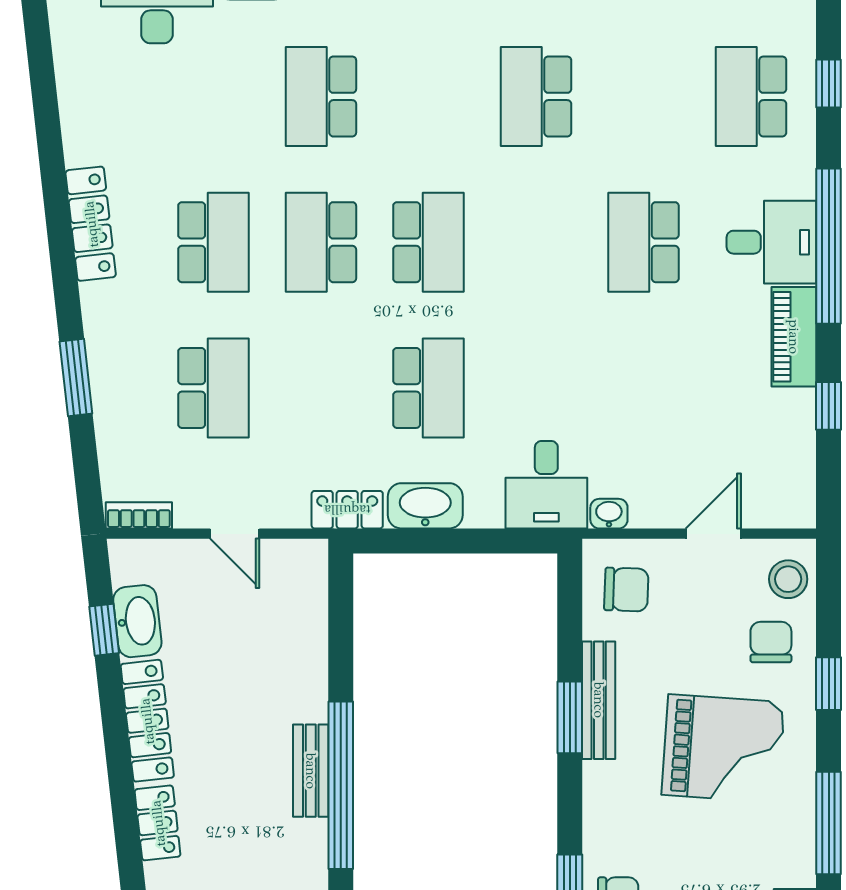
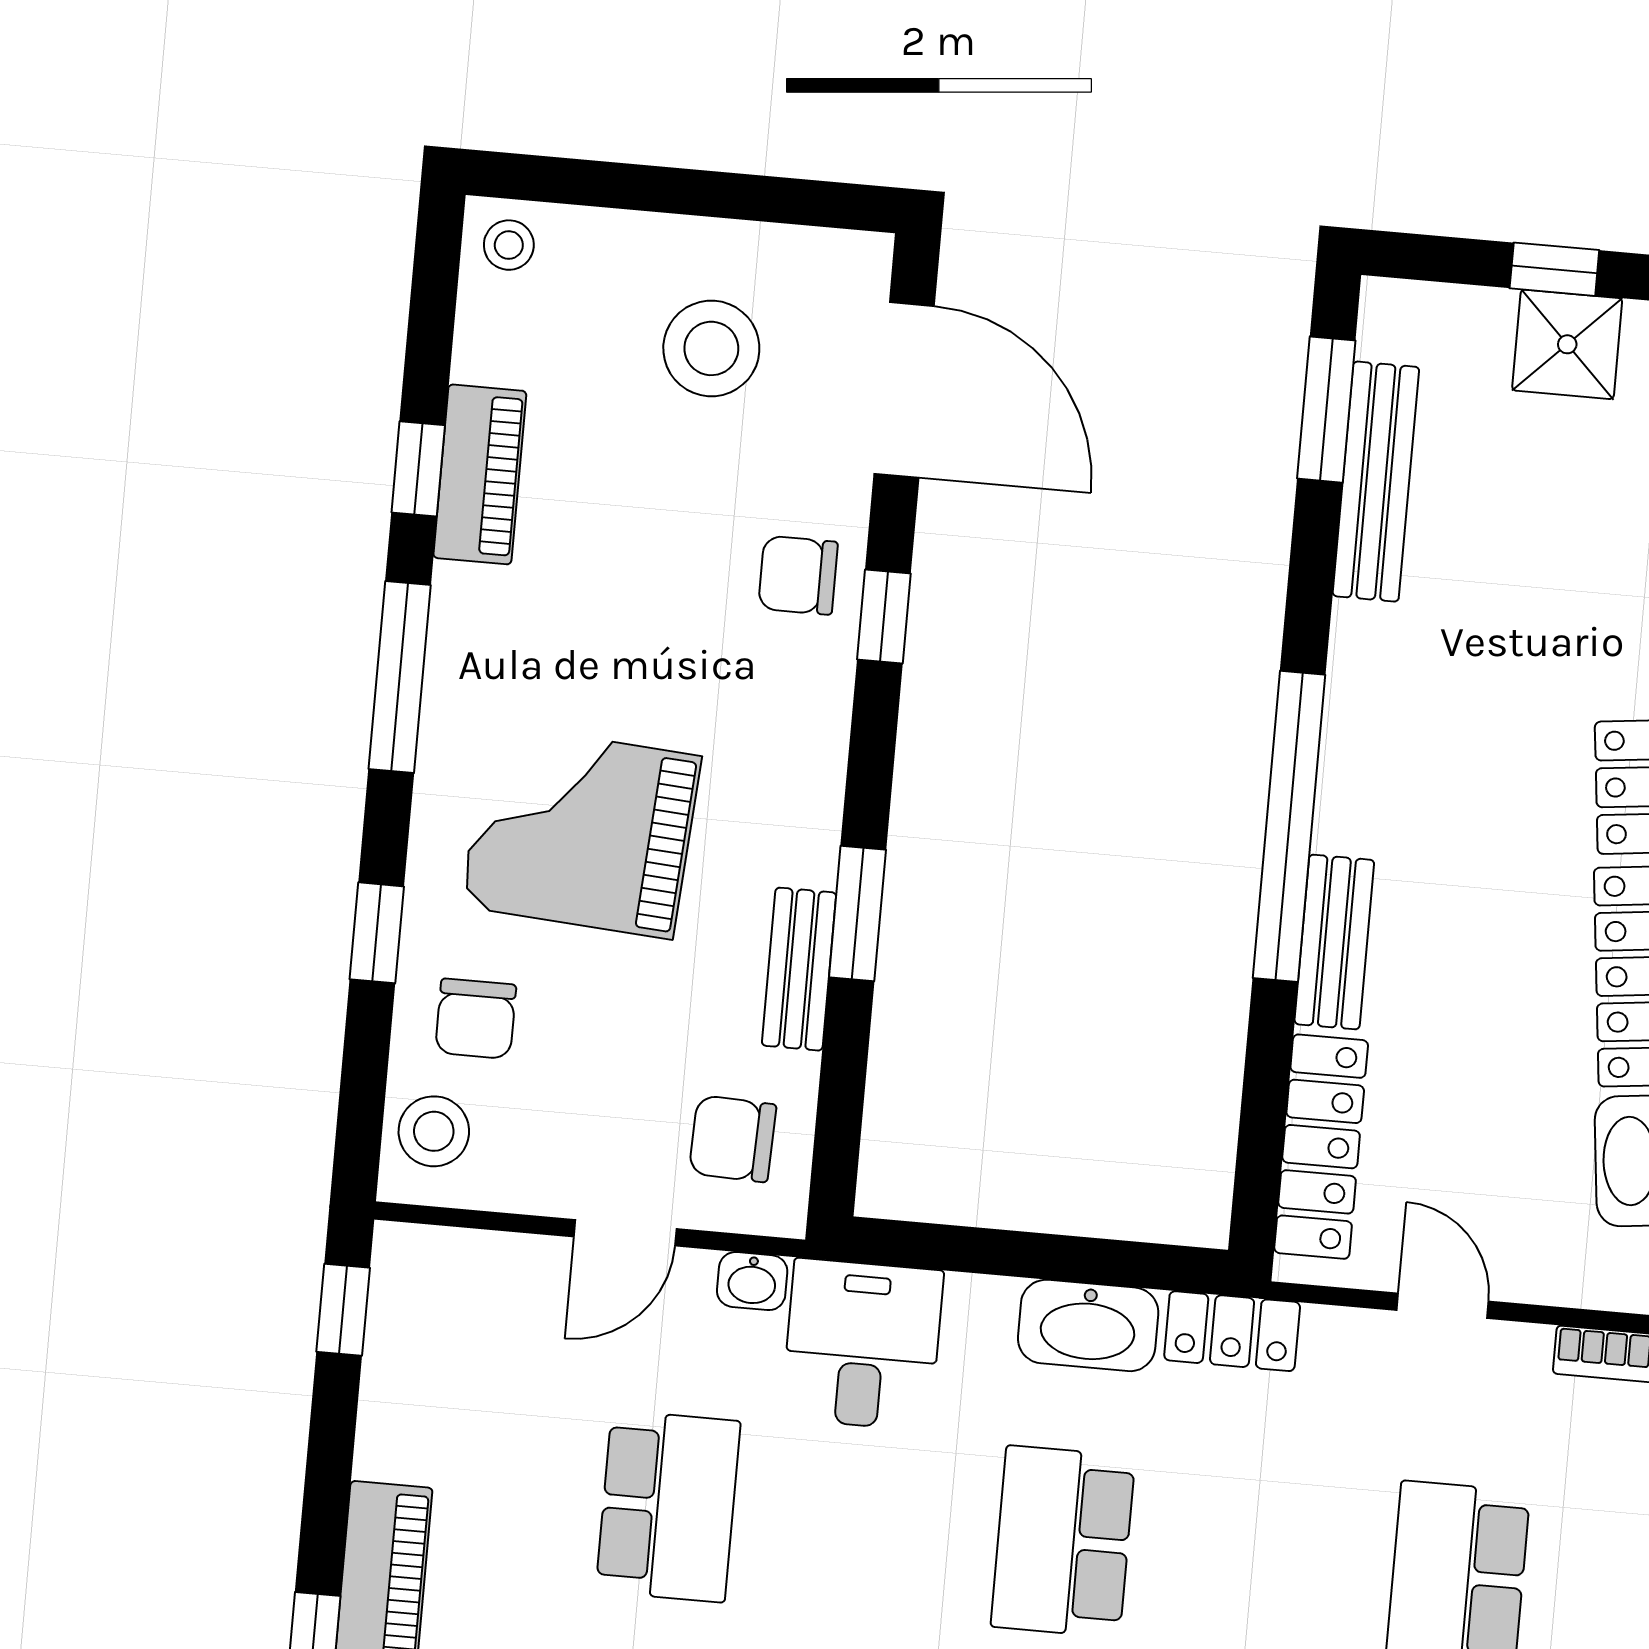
school desk: (643, 388) -> (668, 1506), added
window: (829, 406) -> (343, 1310), moved
door: (713, 534) -> (625, 1233), moved
locker: (308, 614) -> (1321, 1147), added
bench: (599, 700) -> (799, 969), width x0.73
bench: (311, 771) -> (1334, 942), moved

